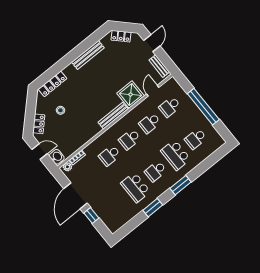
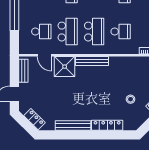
locker: (52, 84) -> (107, 125), moved
door: (153, 91) -> (44, 55), hinge flipped
school desk: (150, 123) -> (68, 32), width x1.85
school desk: (130, 139) -> (94, 32), width x1.85

